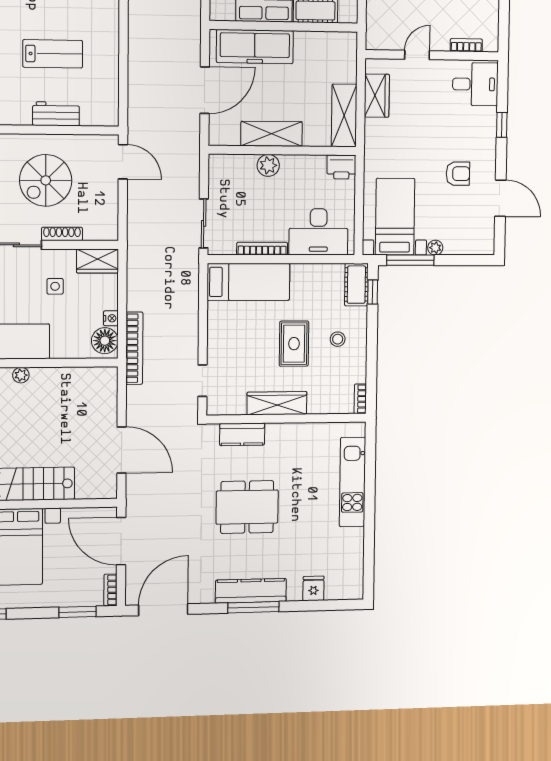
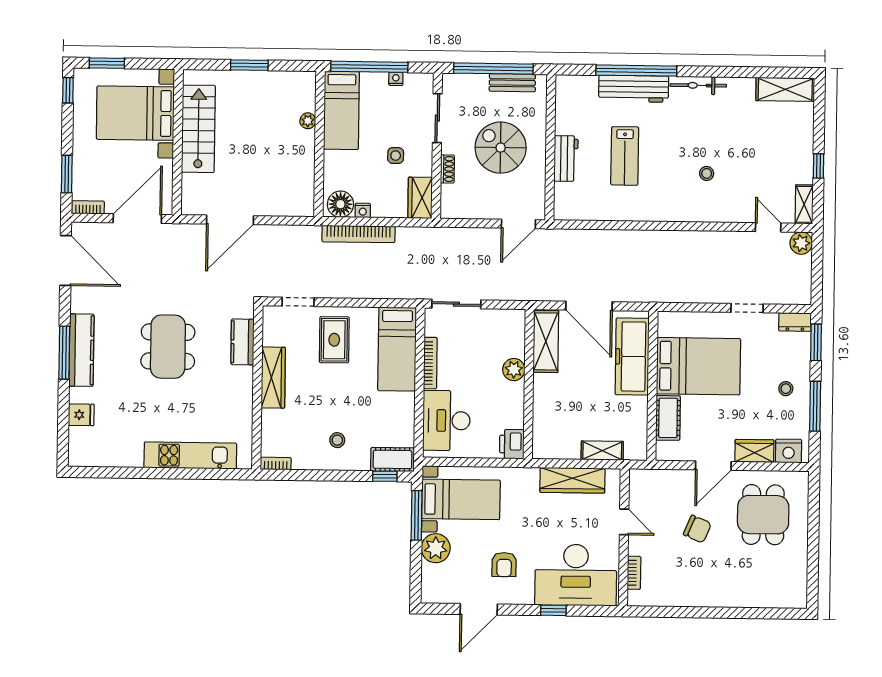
desk: (475, 84) -> (576, 575), width x1.87, depth x1.30
wardrobe: (377, 96) -> (572, 480), width x1.50
shelving: (344, 115) -> (602, 451), moved, width x0.67, depth x0.75
shelving: (272, 134) -> (546, 341), moved
shoe rack: (62, 234) -> (447, 169), width x0.70
plant: (435, 248) -> (436, 548), width x1.87, depth x1.87
rug: (294, 344) -> (334, 340), moved, turned 90
bookcase: (134, 348) -> (358, 234), moved

